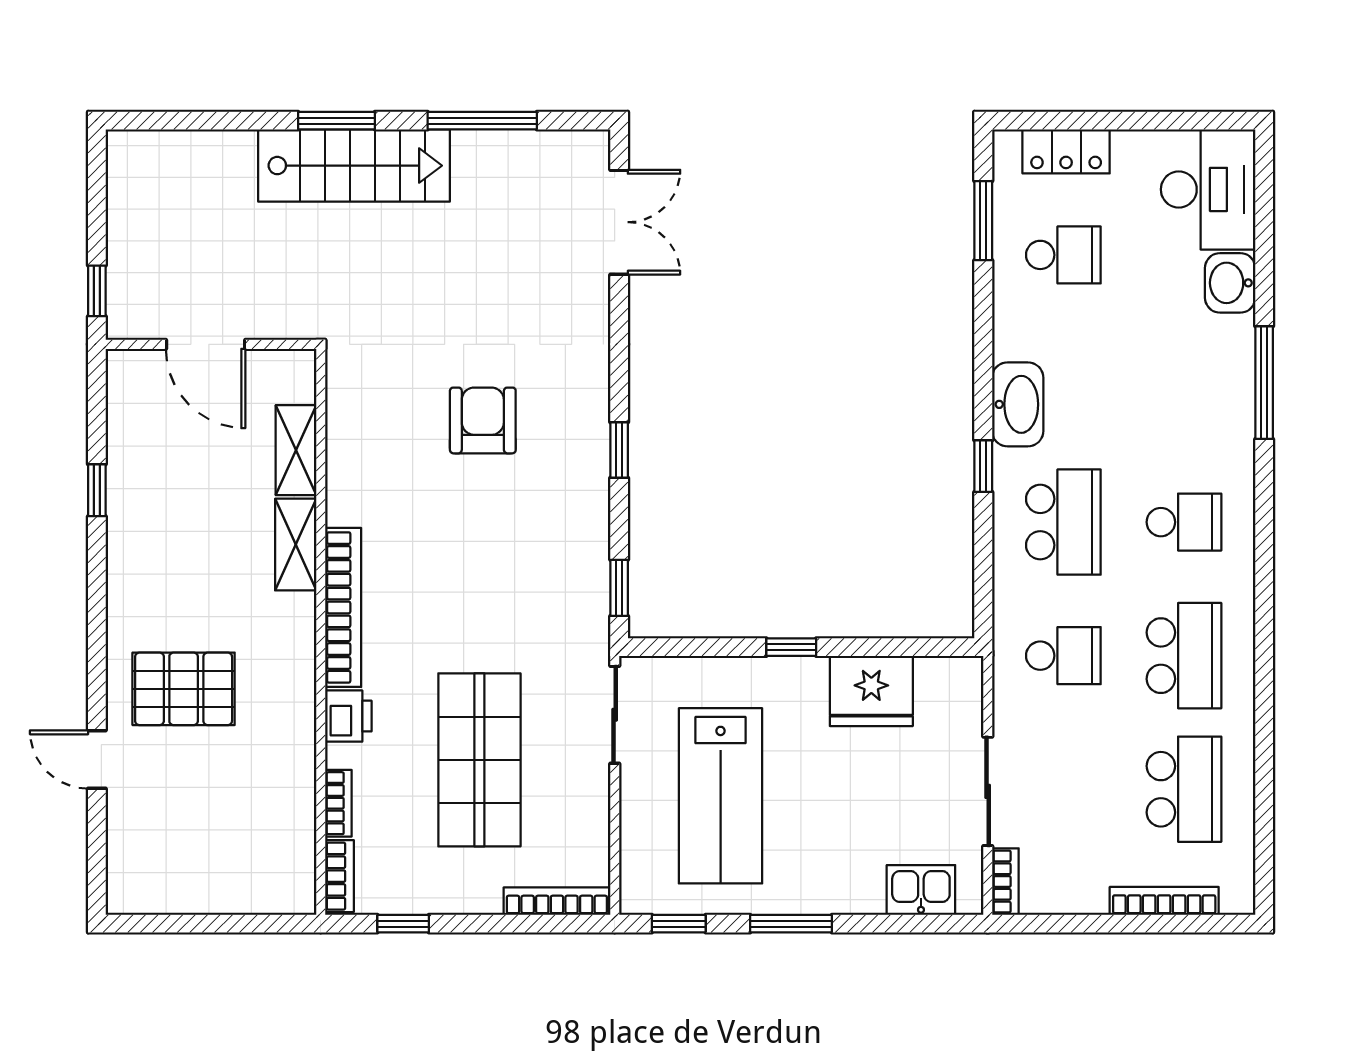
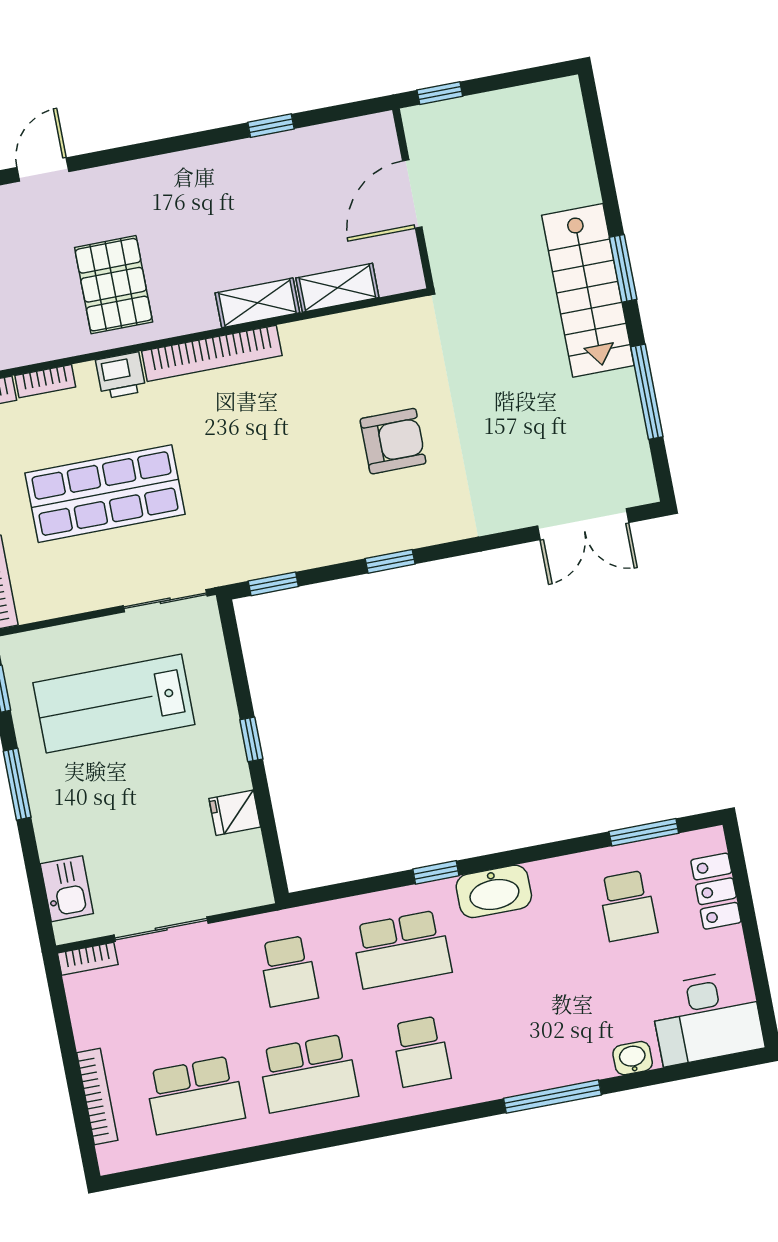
washbasin: (1230, 283) -> (633, 1058), width x0.72, depth x0.69
pallet: (184, 689) -> (114, 285), moved
fridge: (871, 691) -> (235, 813), width x0.53, depth x0.75

